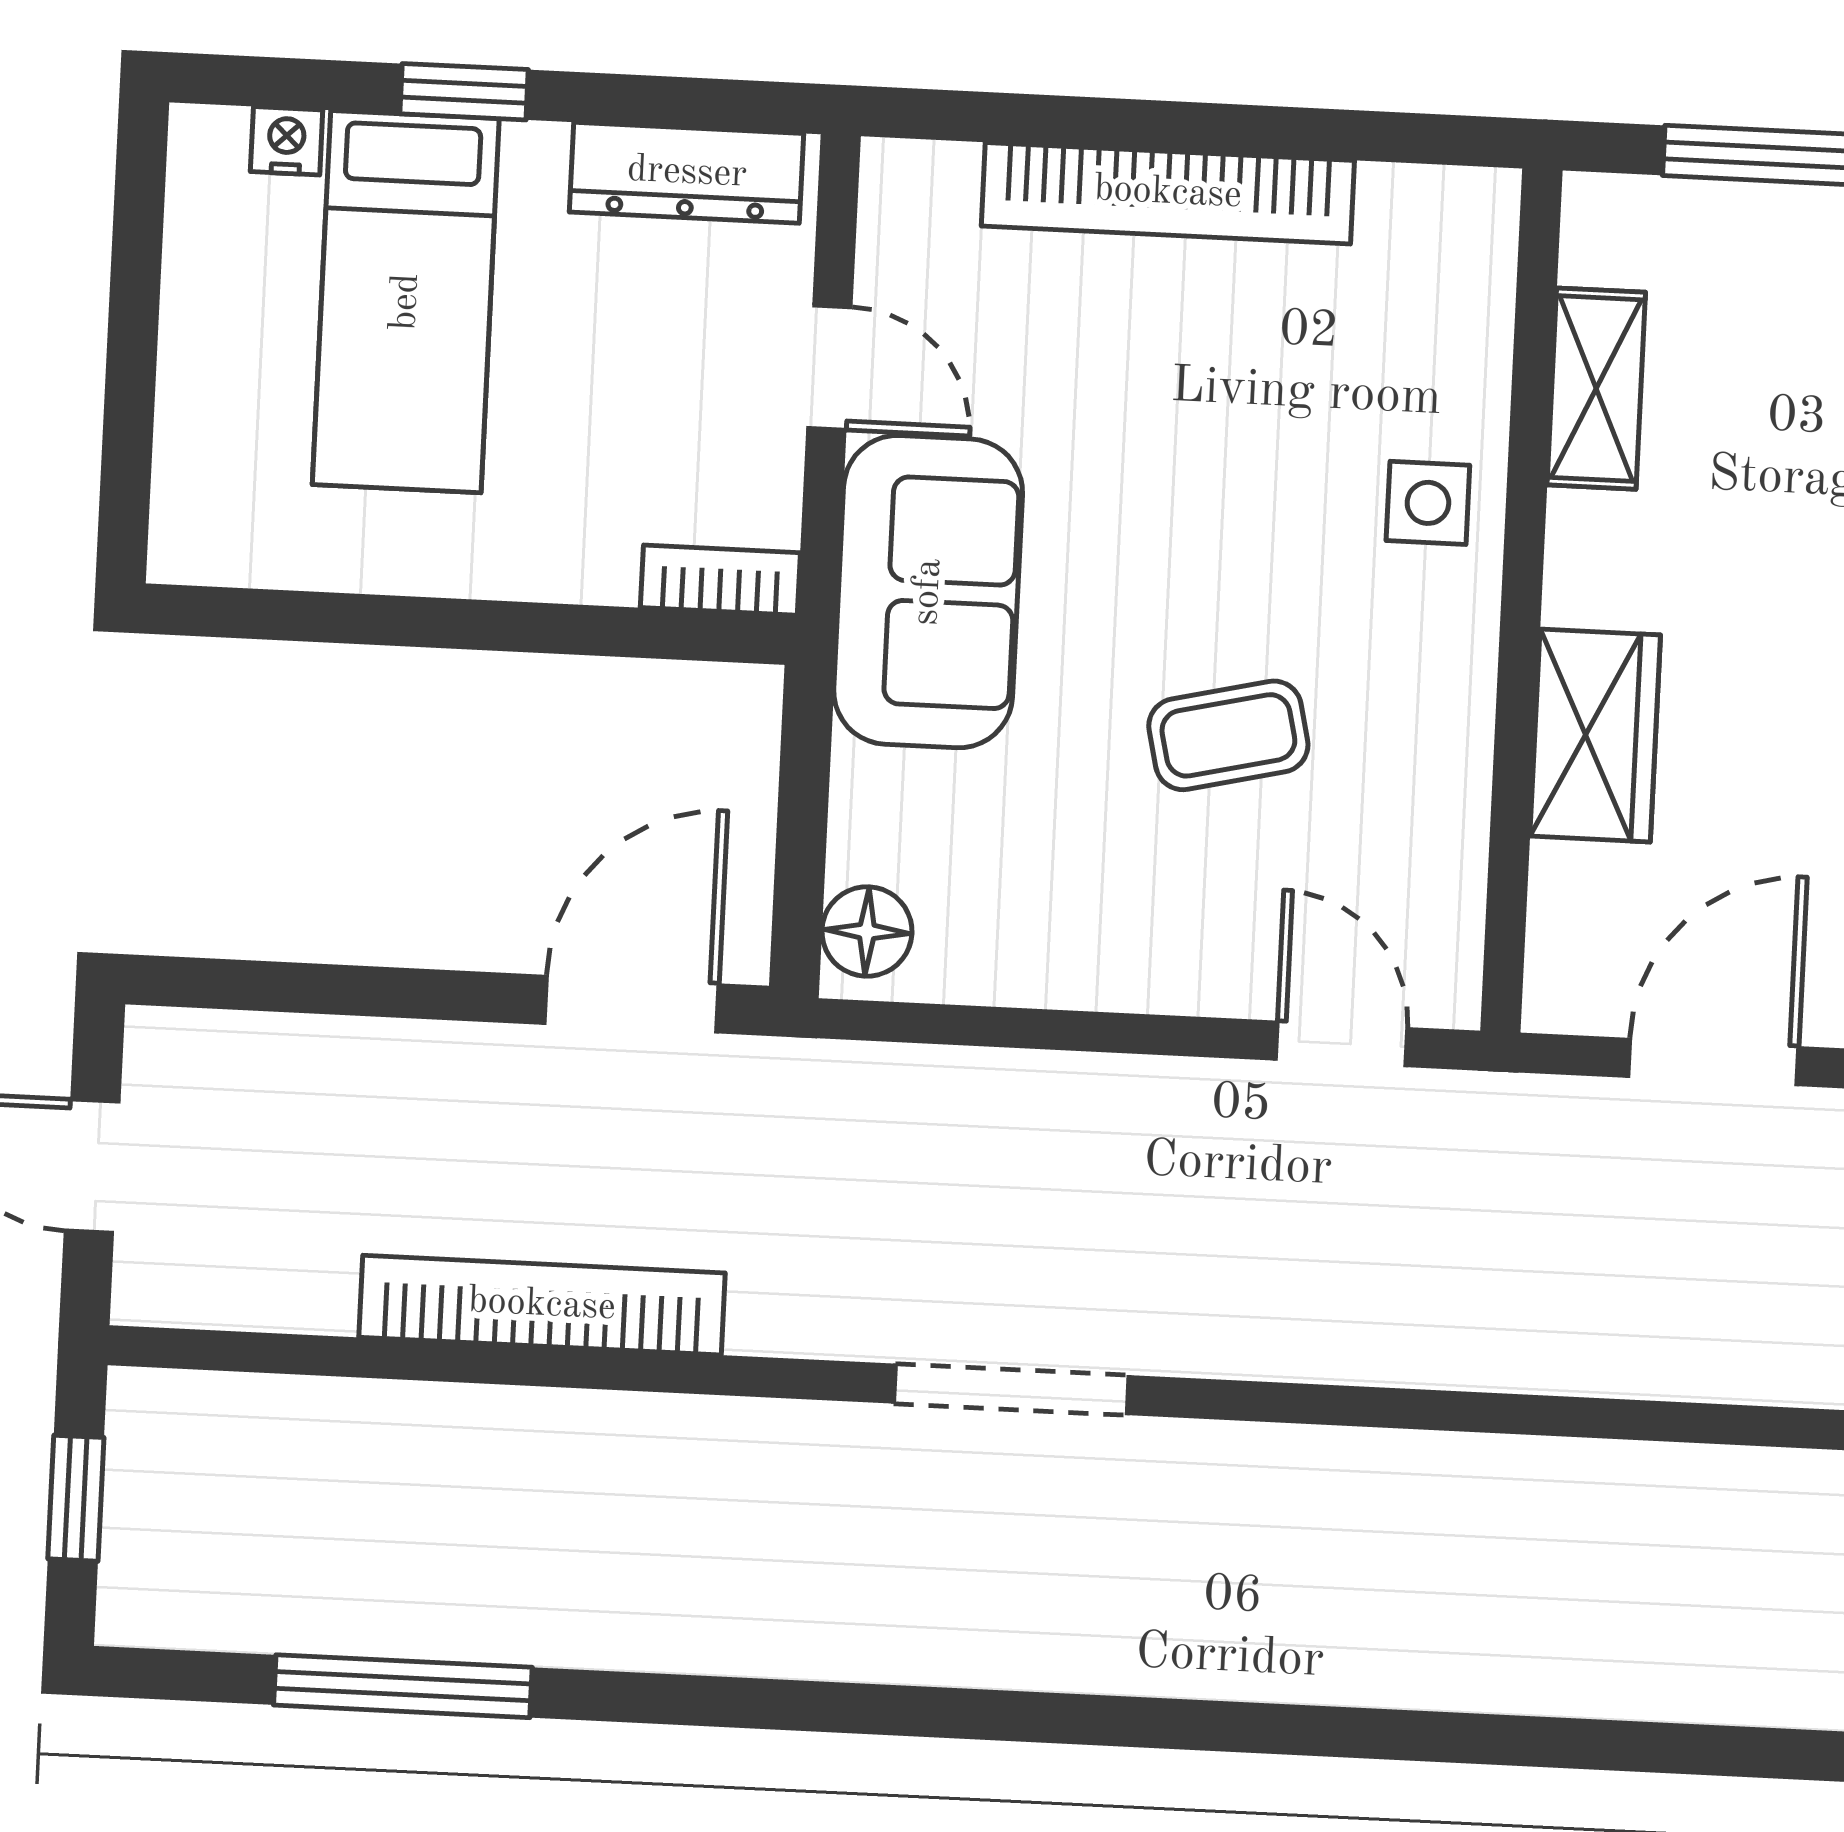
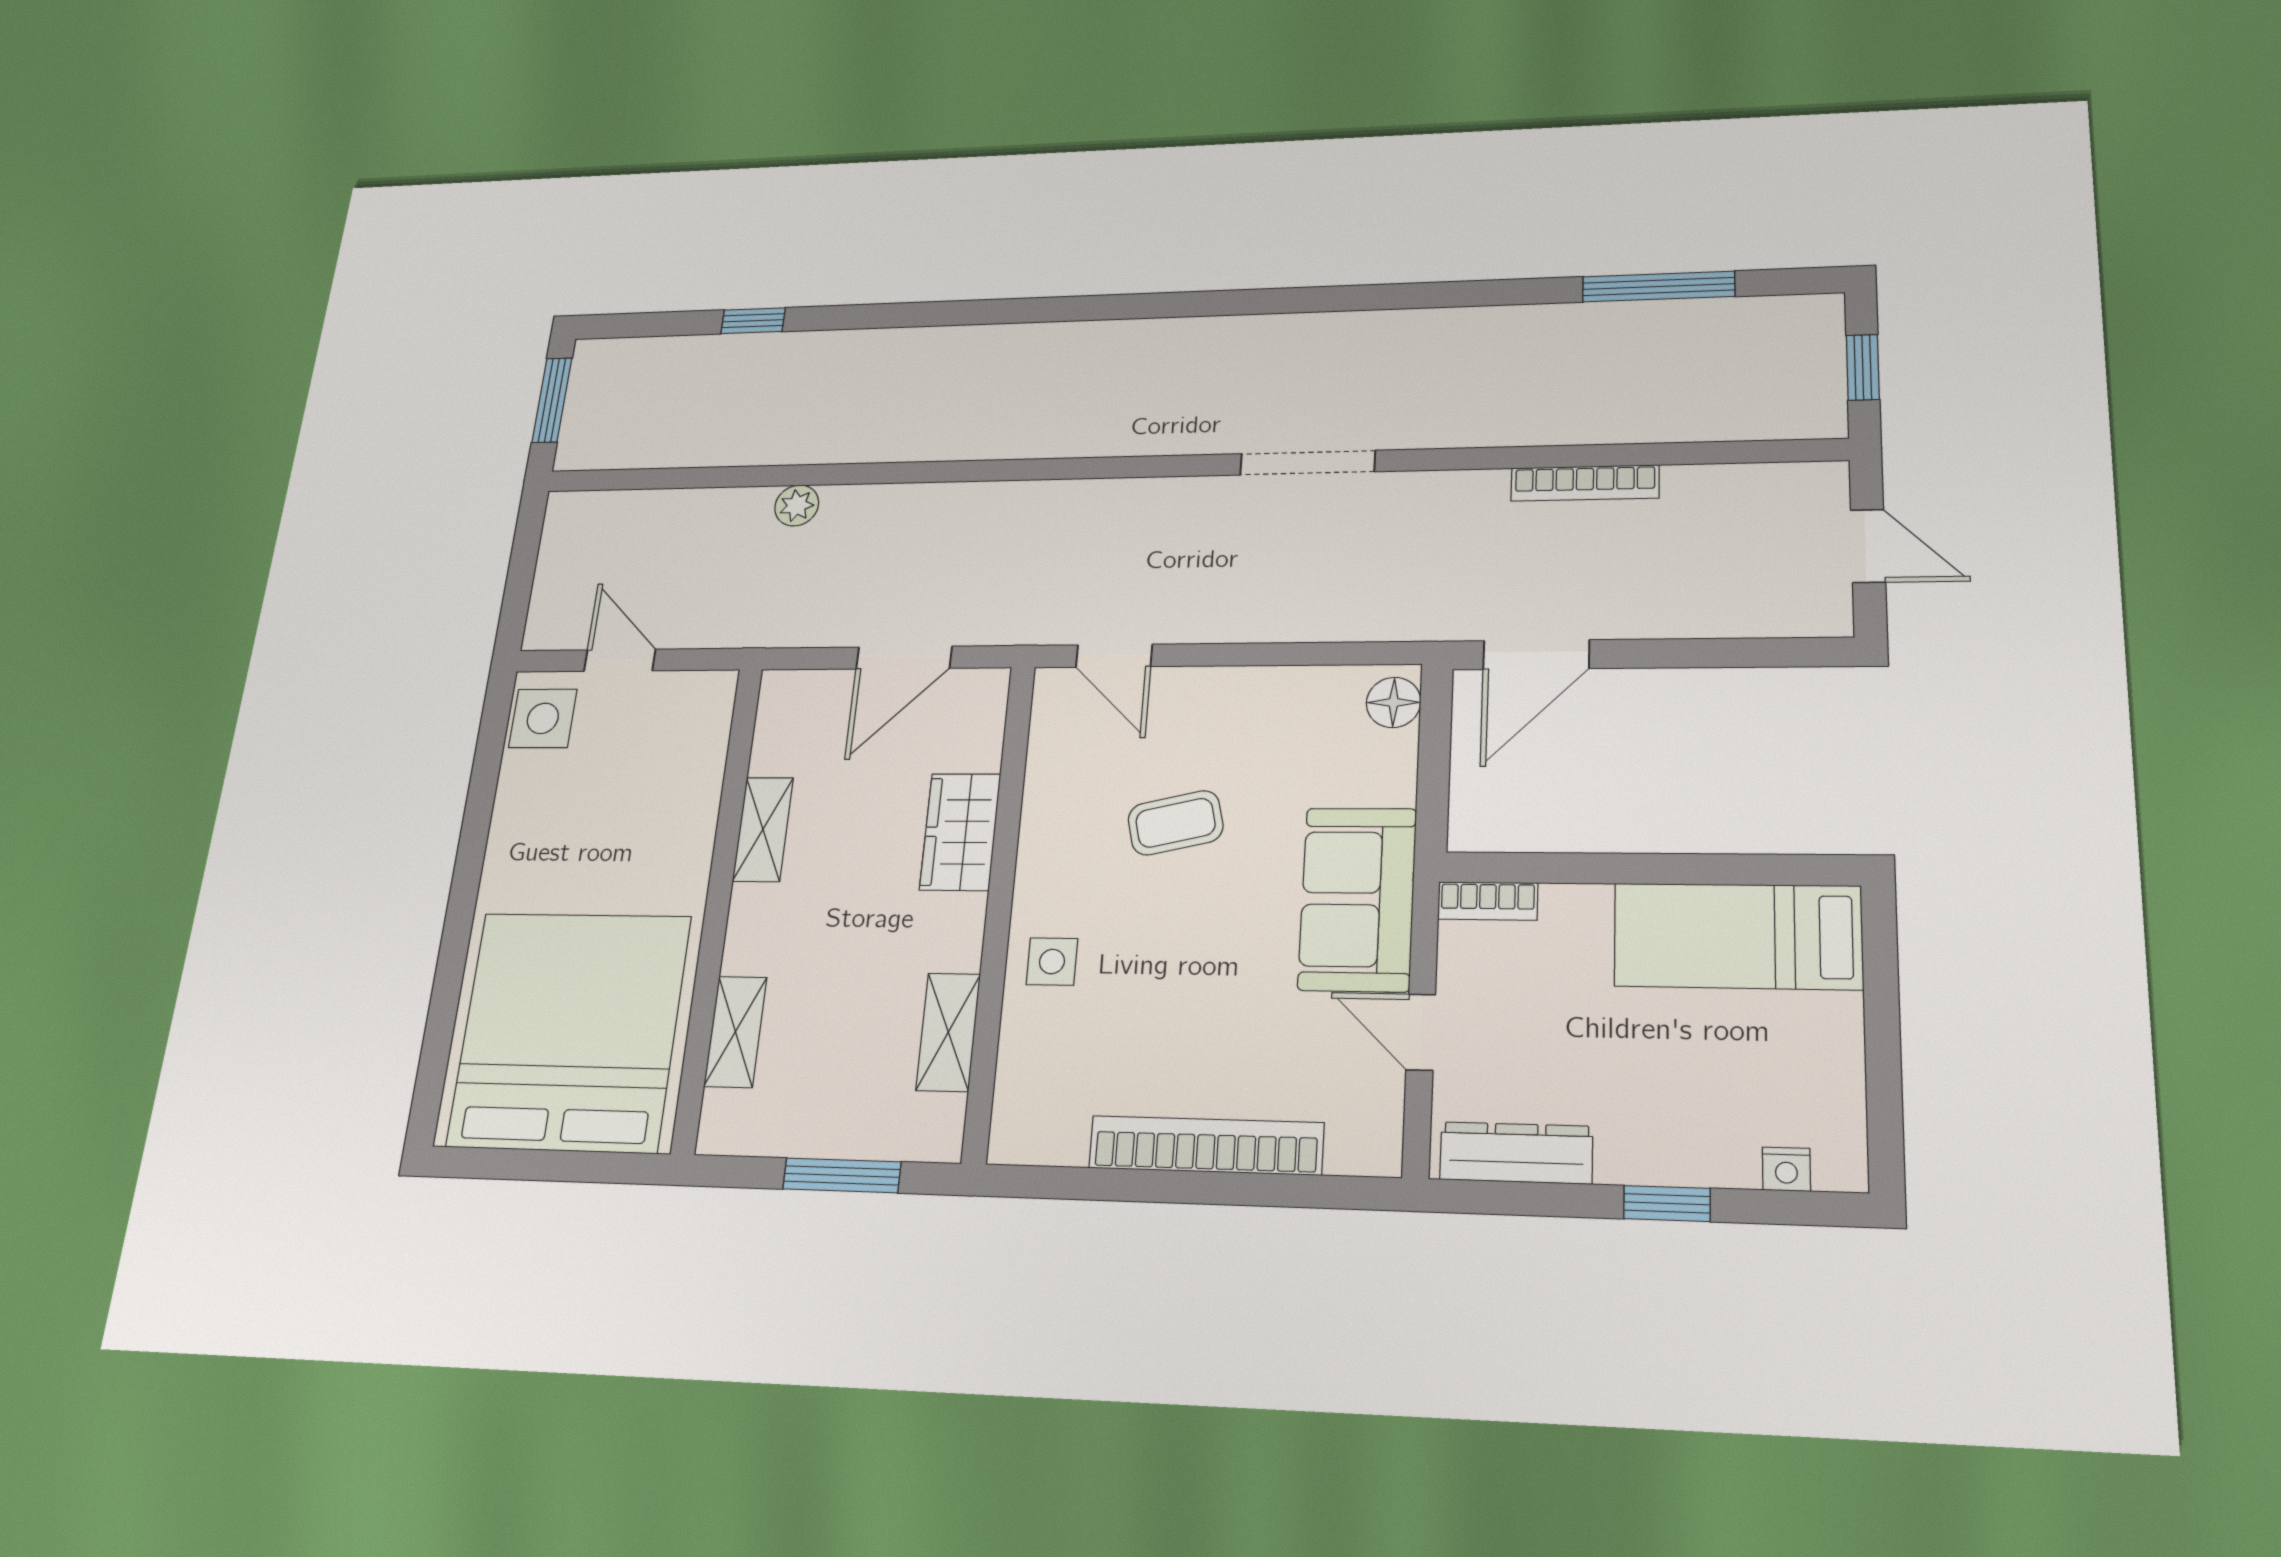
bed: (406, 302) -> (1738, 936), moved, turned -90
bookcase: (542, 1305) -> (1585, 483), width x0.68, depth x0.76

